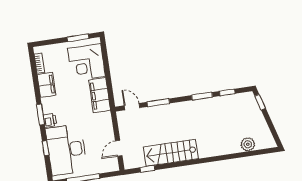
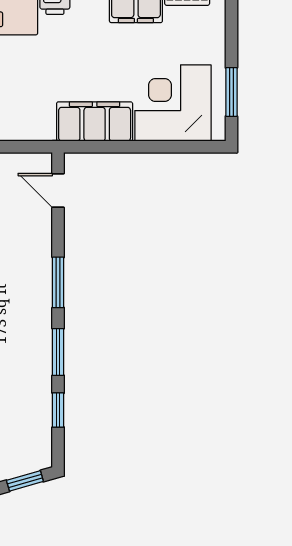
window: (158, 103) -> (58, 282), moved
door: (132, 107) -> (58, 191), swing flipped

